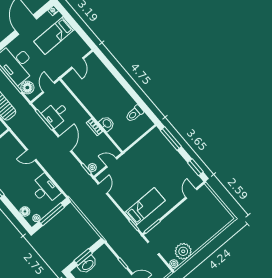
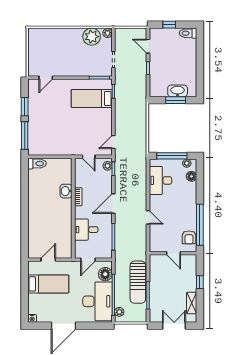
bed: (54, 35) -> (48, 284), moved
desk: (56, 114) -> (86, 230), moved, turned 180
toilet: (134, 114) -> (37, 164), moved
window: (195, 167) -> (25, 107), moved

